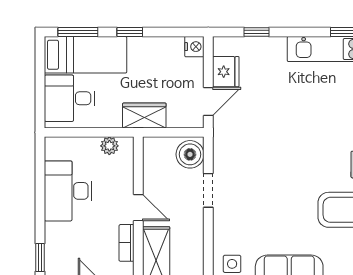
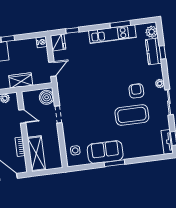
fridge: (226, 72) -> (58, 42), moved
door: (138, 208) -> (22, 116), moved

